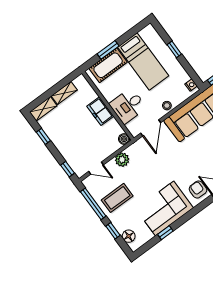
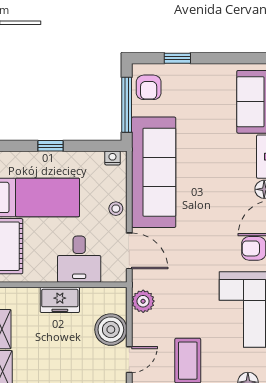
boiler: (124, 139) -> (111, 330), moved, width x1.86, depth x1.86
plant: (122, 160) -> (143, 301), moved

